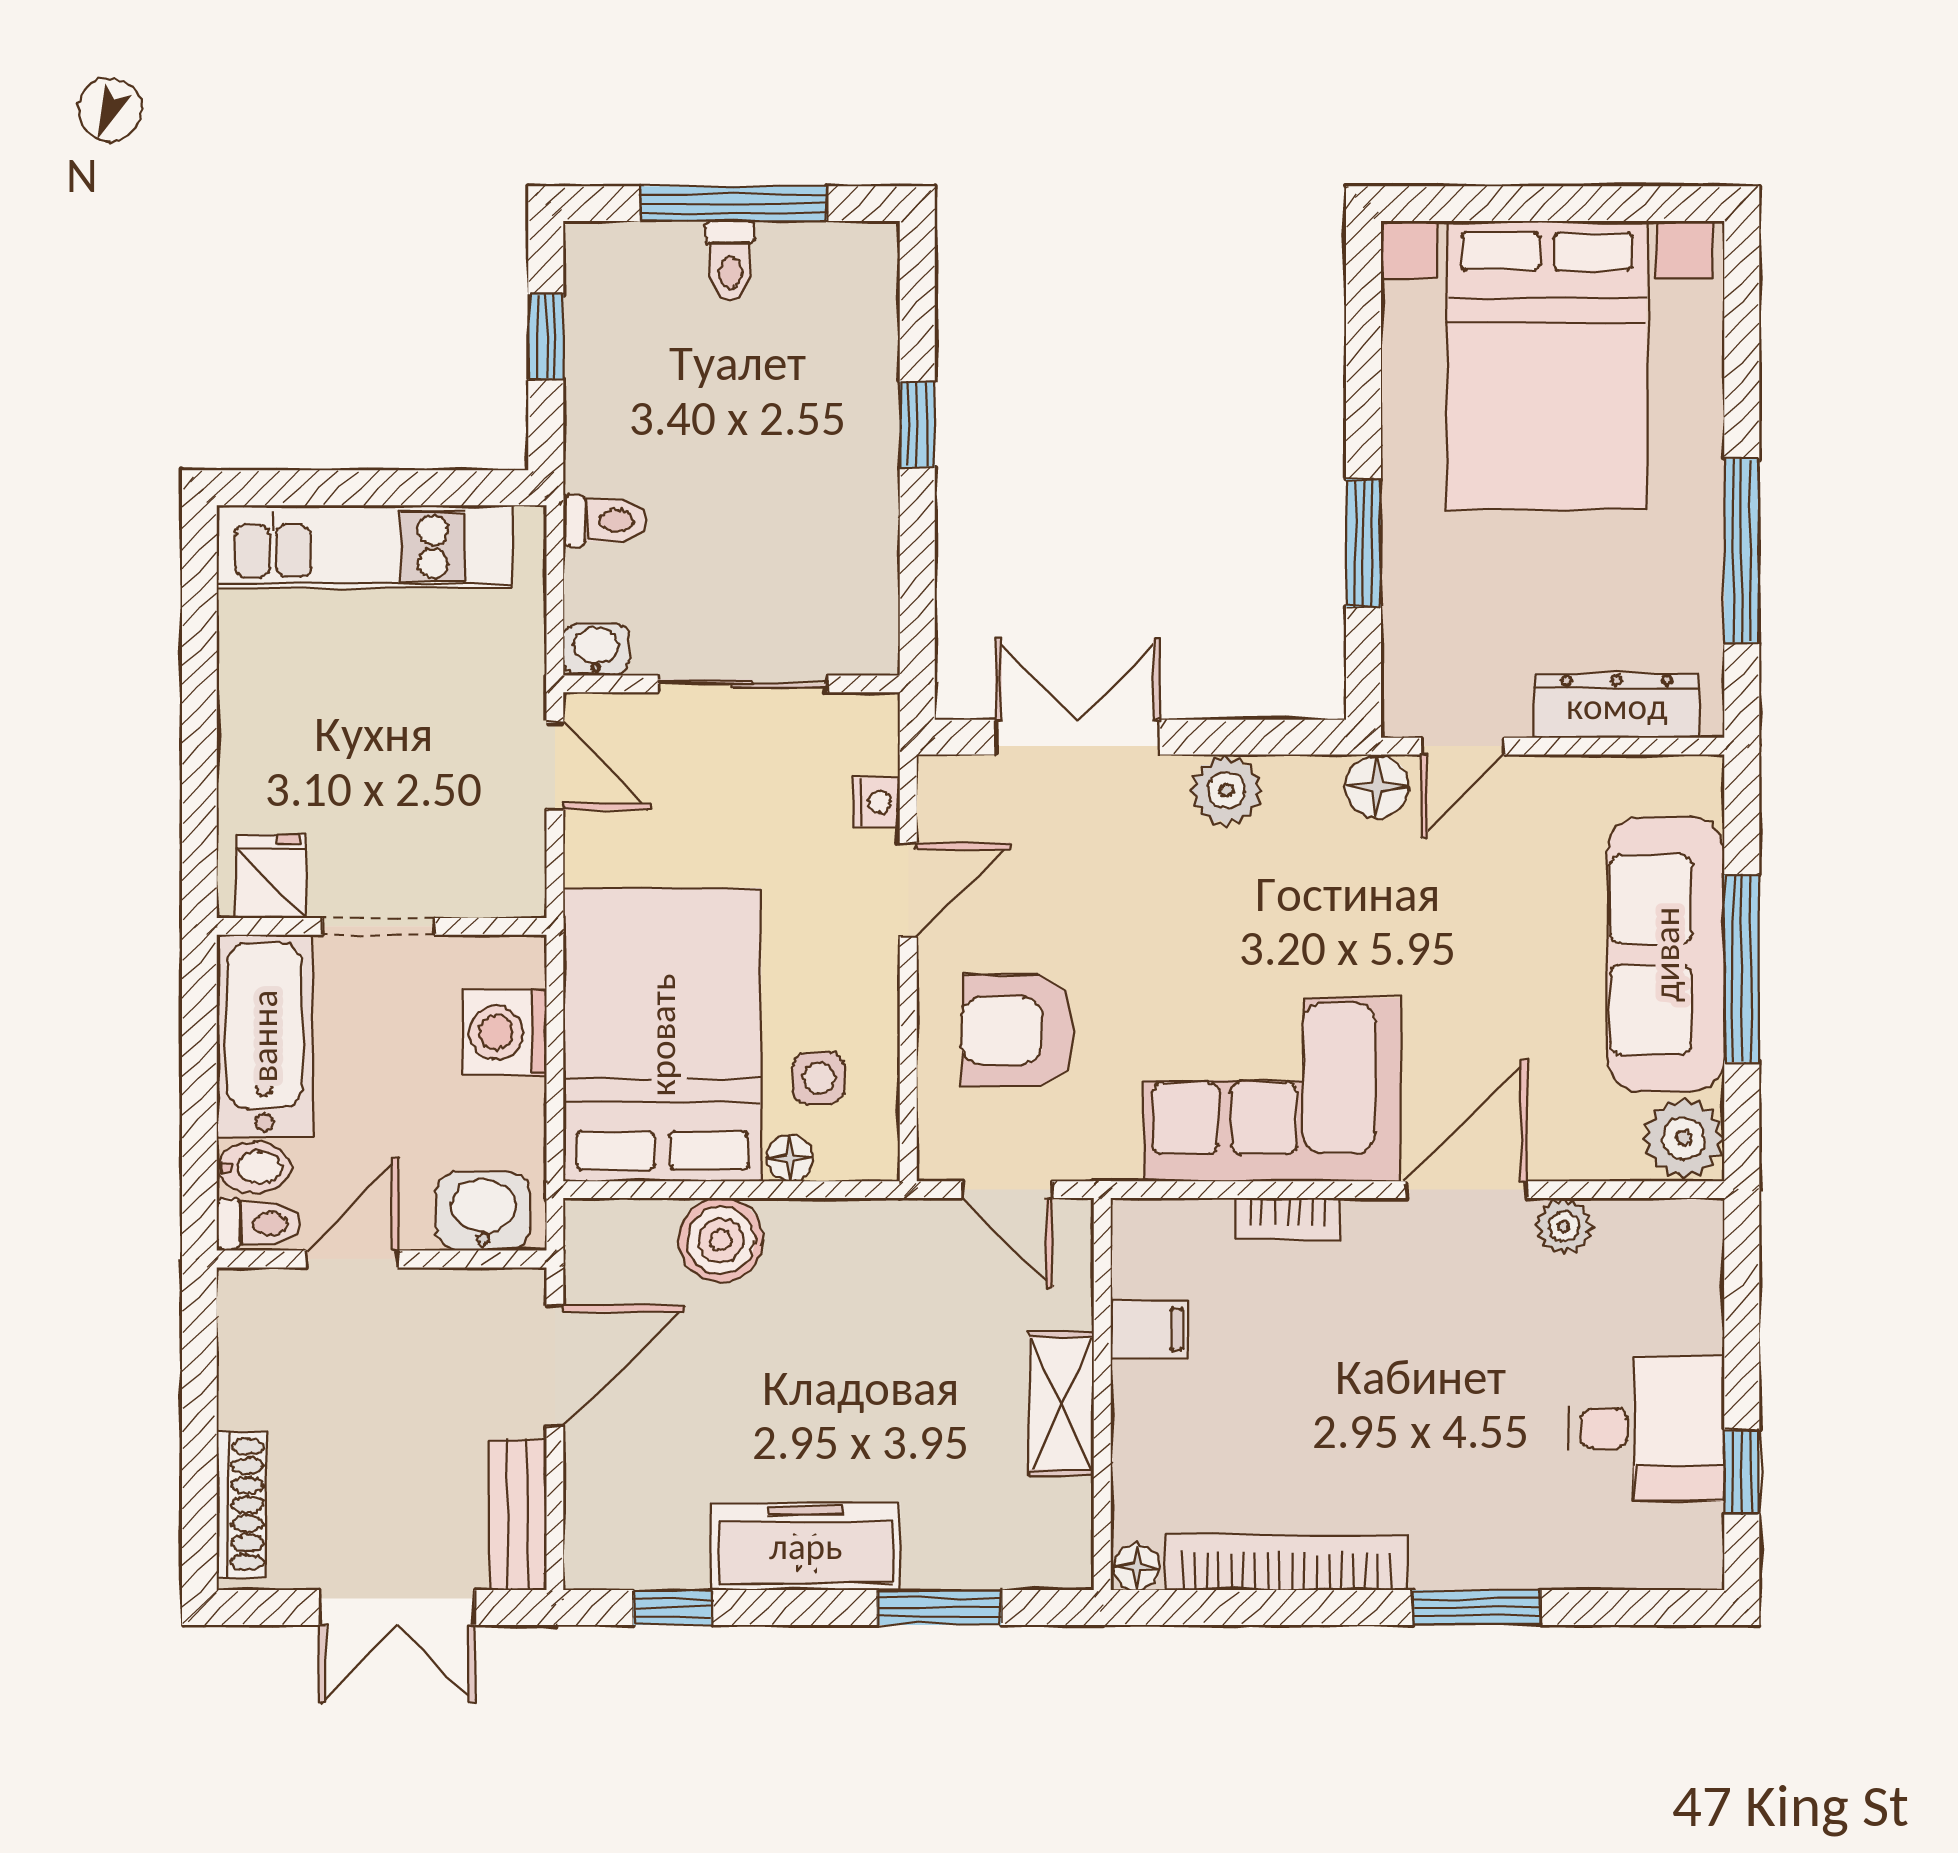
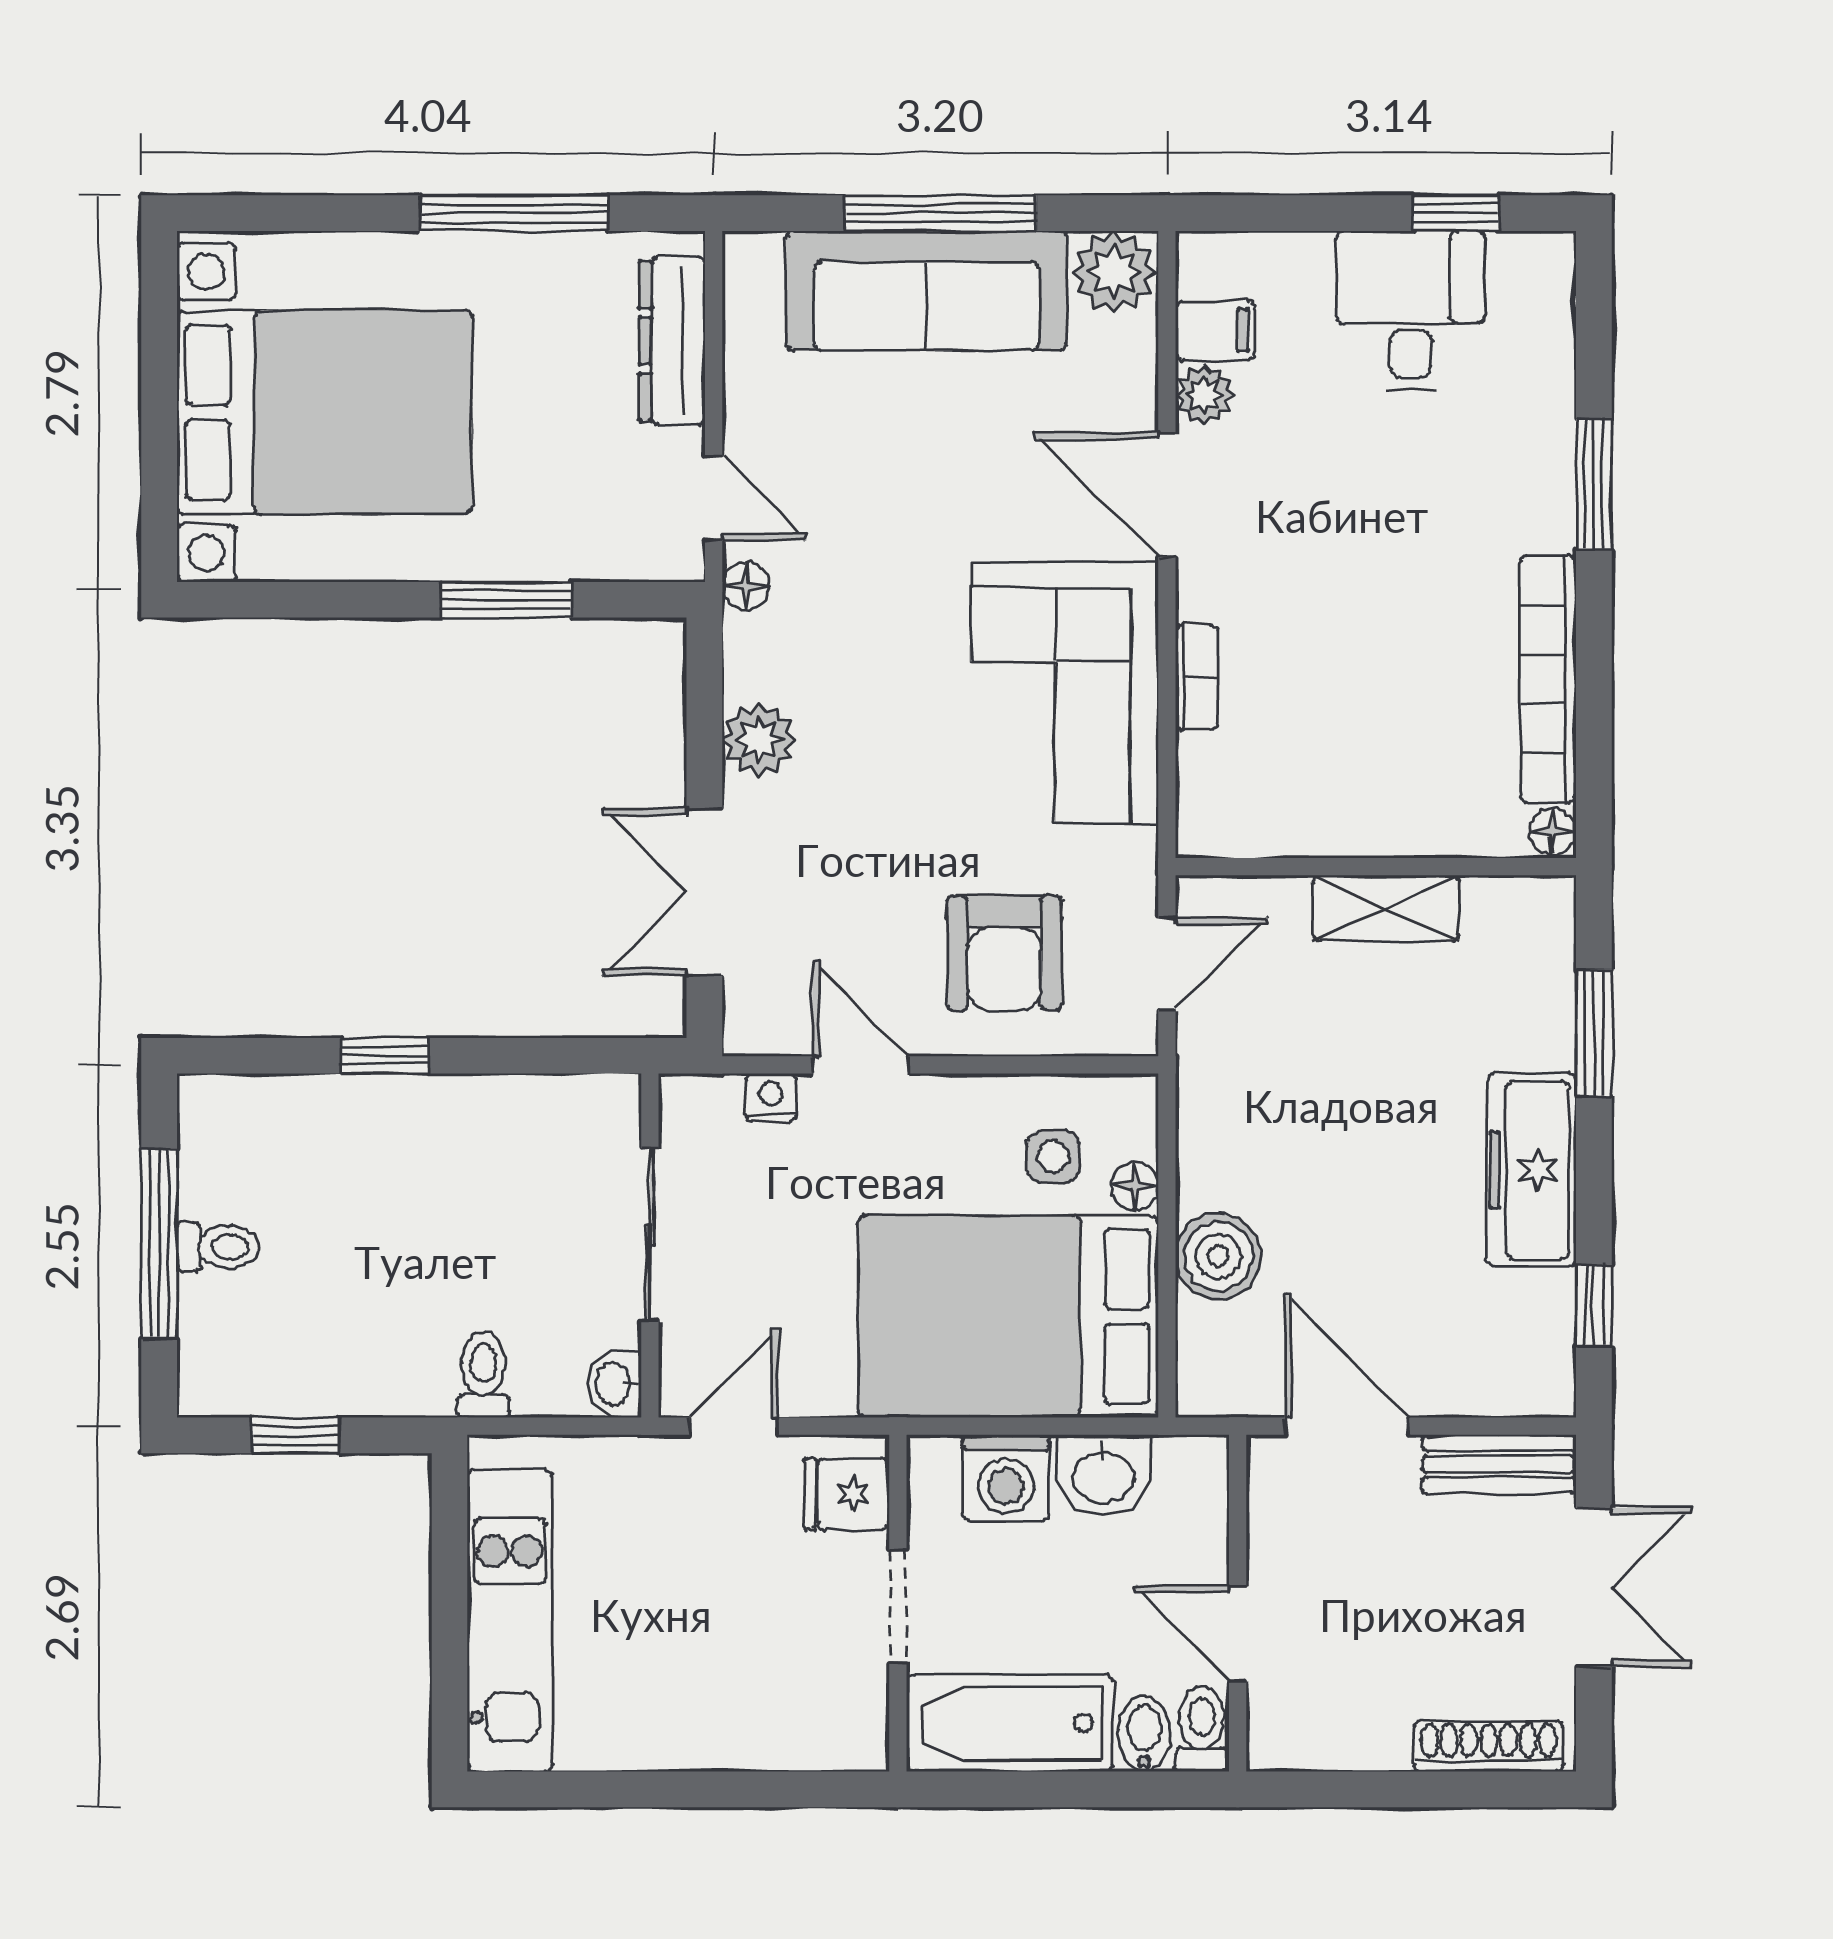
floor lamp: (1377, 786) -> (746, 586), width x0.73, depth x0.73
fridge: (271, 876) -> (847, 1494), moved
washbasin: (483, 1211) -> (1103, 1475), moved, turned -90
filing cabinet: (1149, 1329) -> (1215, 330), moved, turned 90

